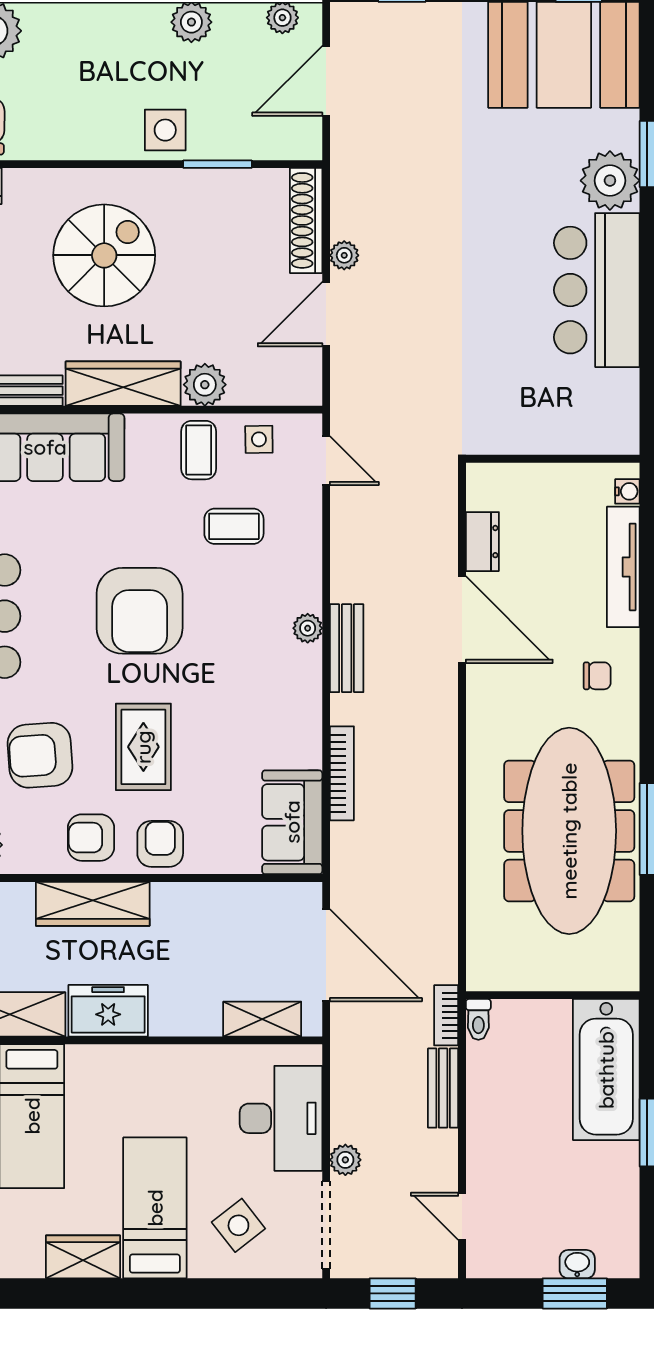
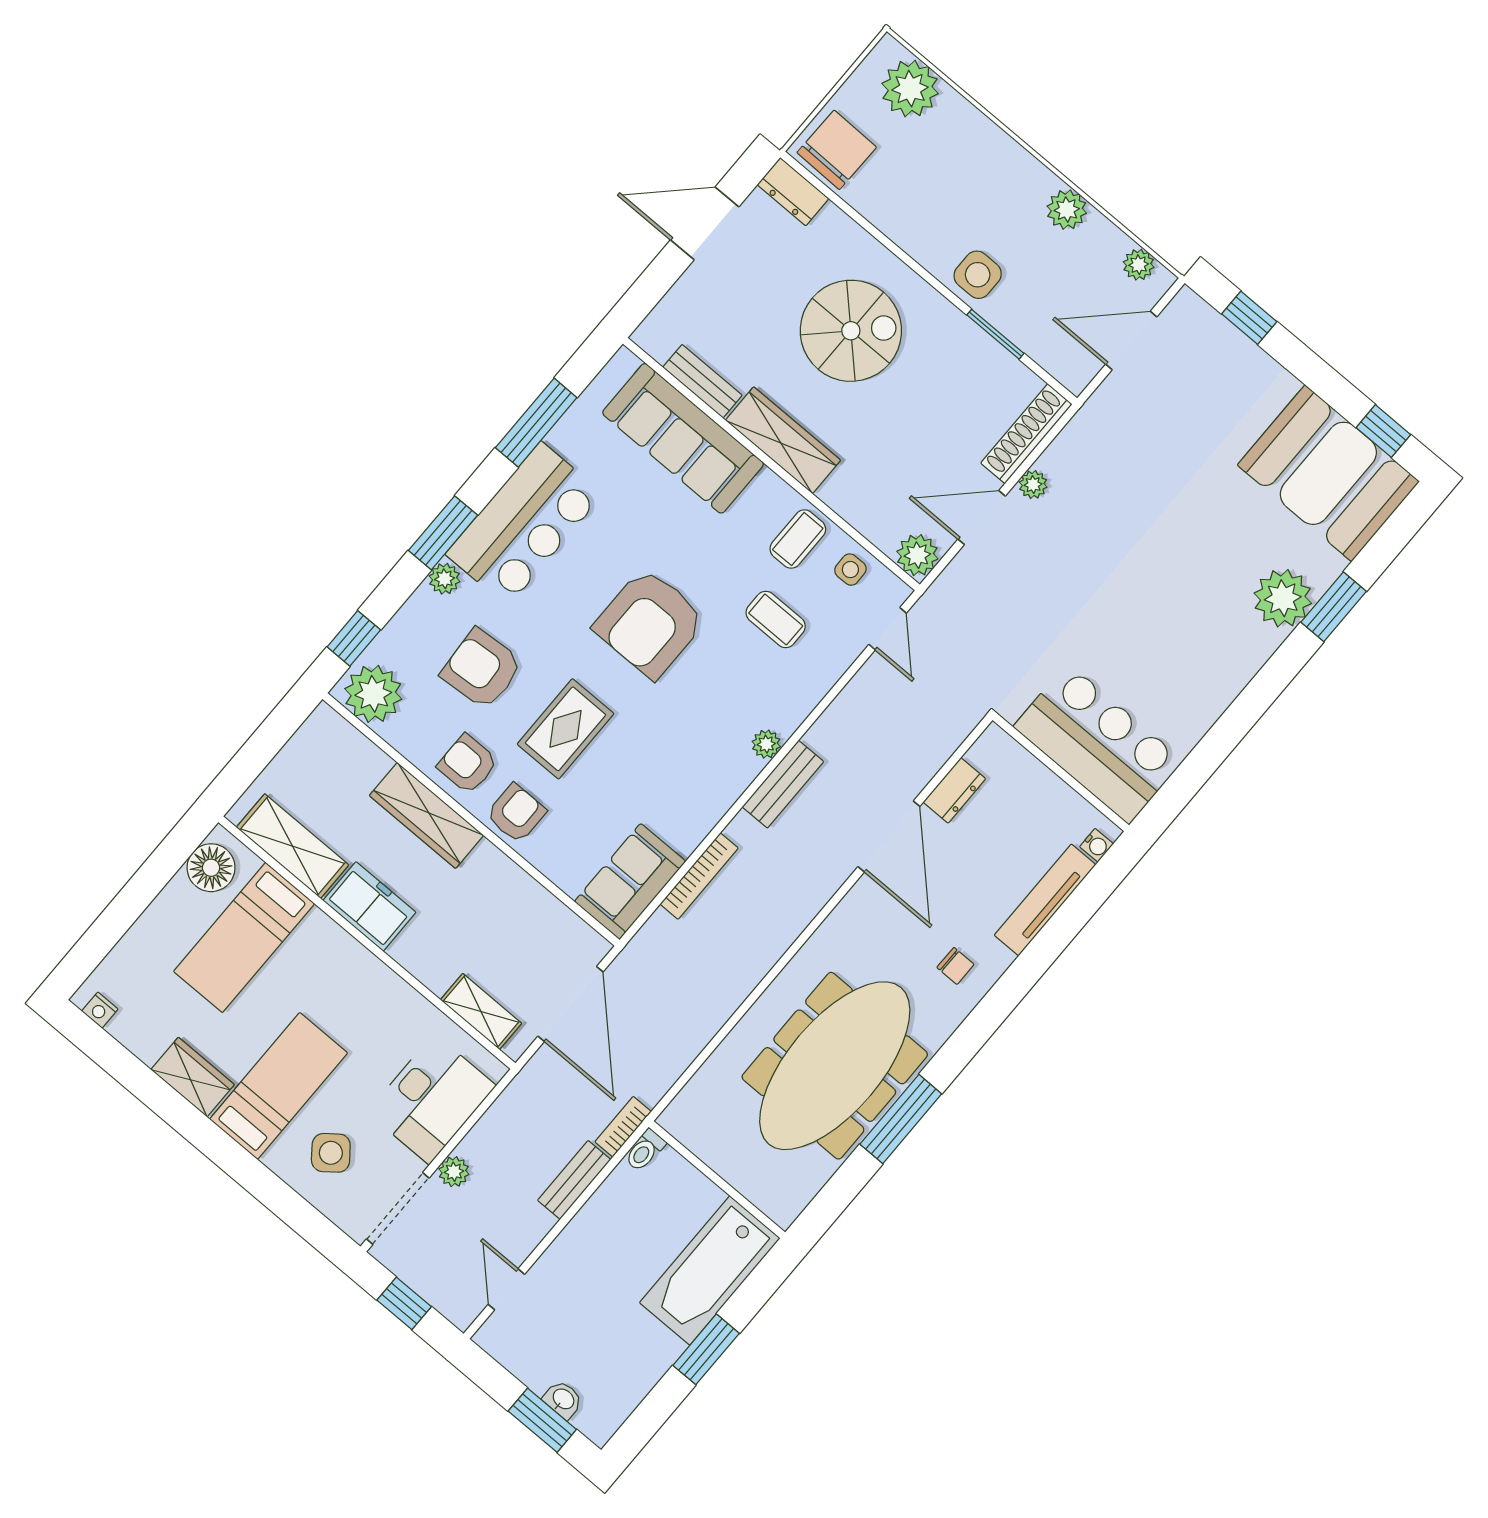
bar counter: (597, 290) -> (1098, 744), moved, turned 90
plant: (205, 385) -> (917, 555), moved

